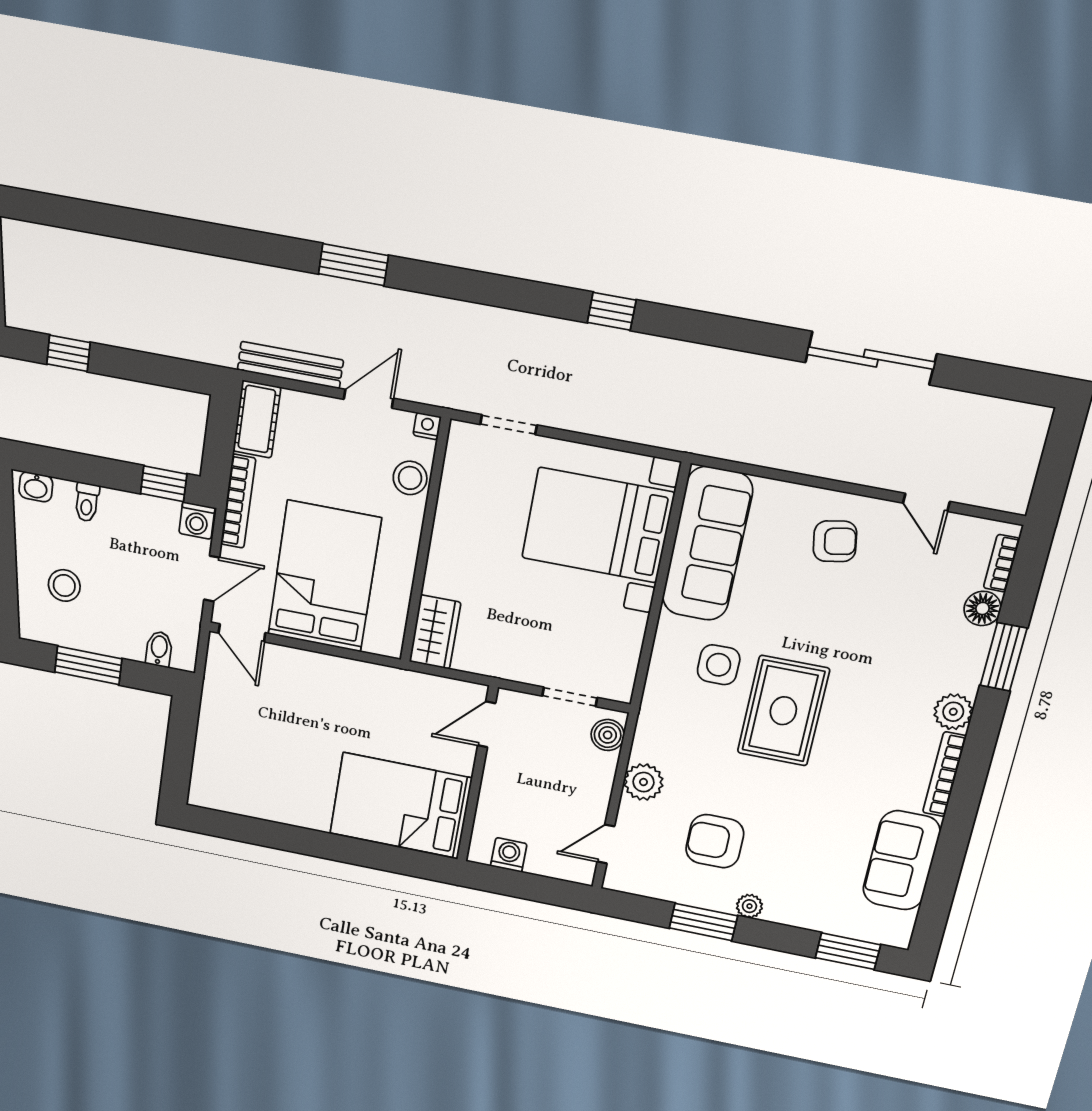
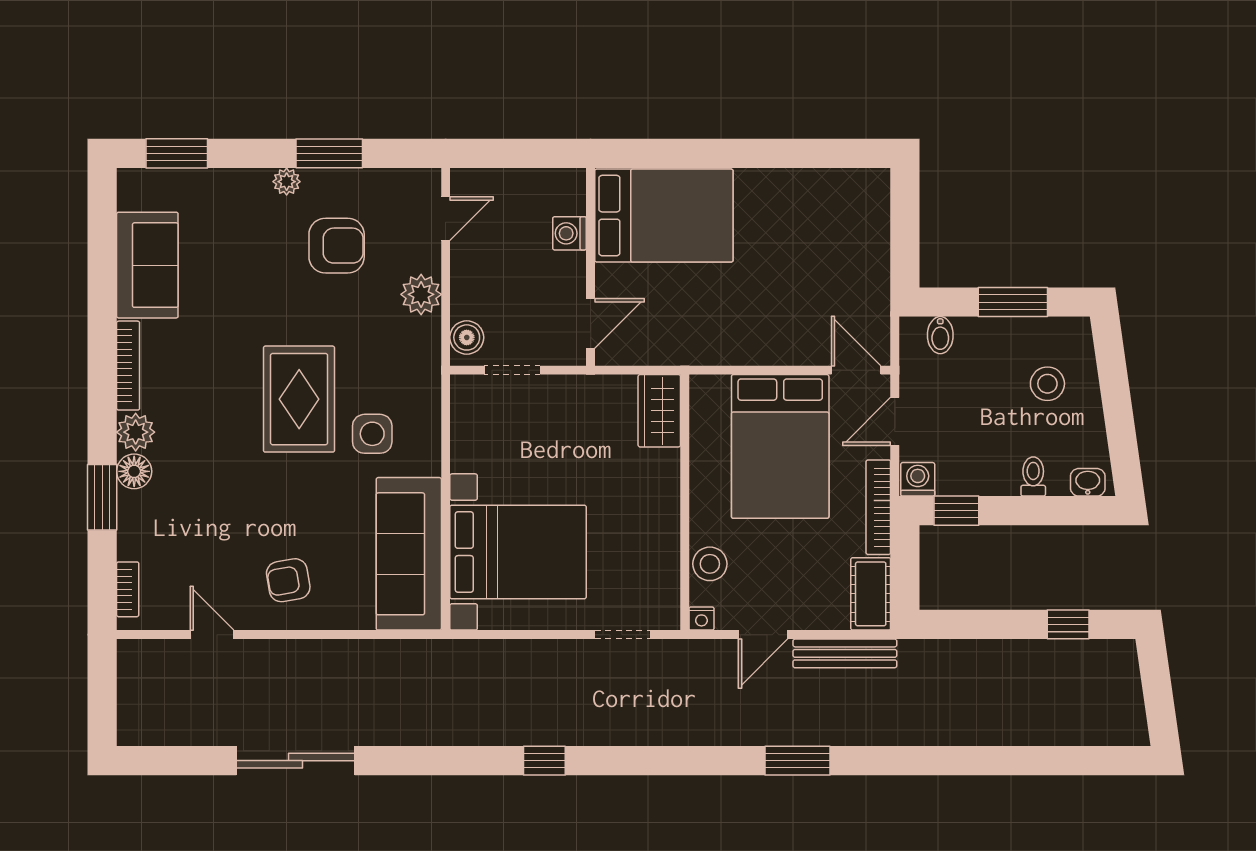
floor lamp: (982, 608) -> (134, 471), moved
washing machine: (509, 855) -> (569, 233), moved, turned 90

